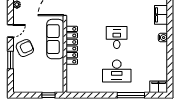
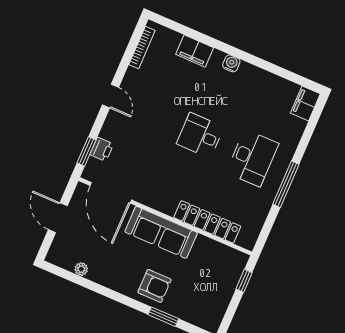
door: (10, 31) -> (118, 297), removed
locker: (72, 45) -> (207, 222), moved
armchair: (25, 48) -> (154, 286), turned 115
window: (131, 95) -> (286, 184), moved

